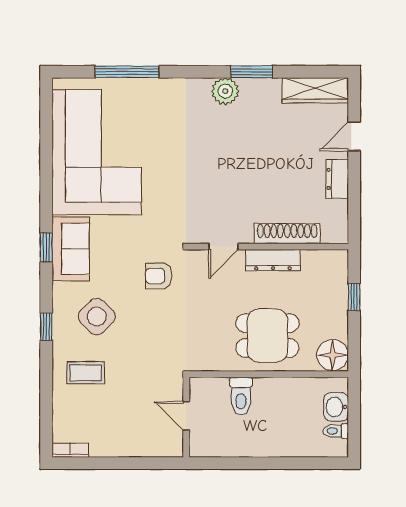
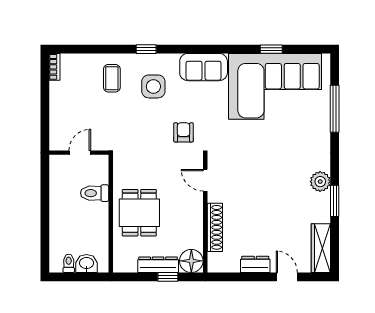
window: (46, 247) -> (271, 49), moved
dresser: (273, 260) -> (158, 265), moved, turned 90
side table: (97, 317) -> (153, 86), turned 45
floor lamp: (333, 355) -> (191, 261), moved

